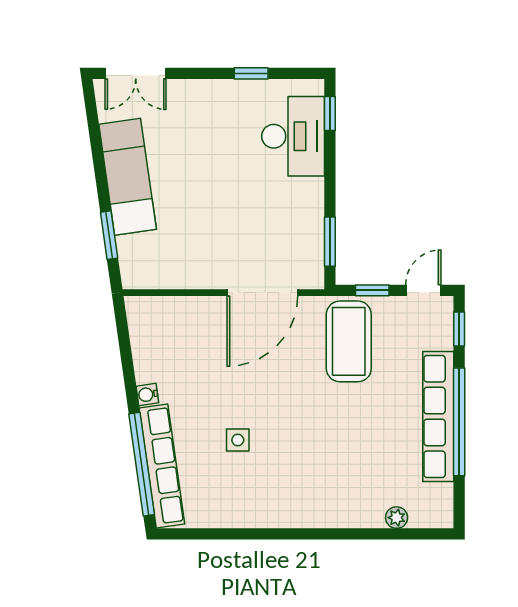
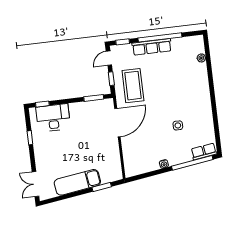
double door: (136, 73) -> (35, 184), swing flipped
door: (423, 290) -> (109, 58), hinge flipped
door: (262, 293) -> (117, 123), hinge flipped
coffee table: (349, 341) -> (133, 86), turned 90
row of seats: (438, 416) -> (152, 47), width x0.73
row of seats: (162, 466) -> (204, 151), width x0.50

